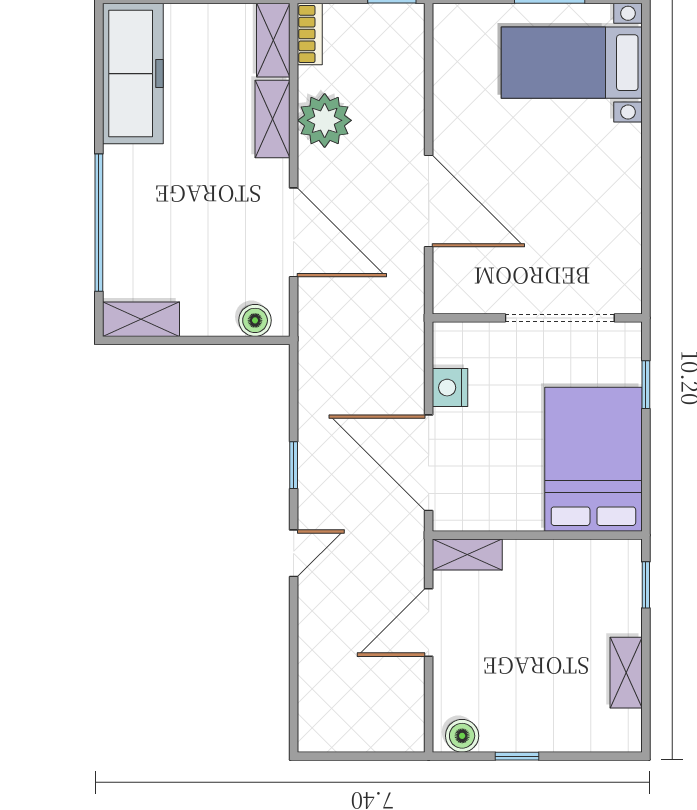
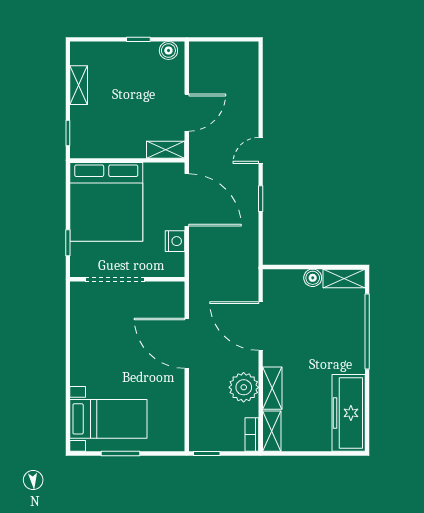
boiler: (255, 320) -> (313, 278), moved
bed: (593, 459) -> (106, 202), width x1.36

